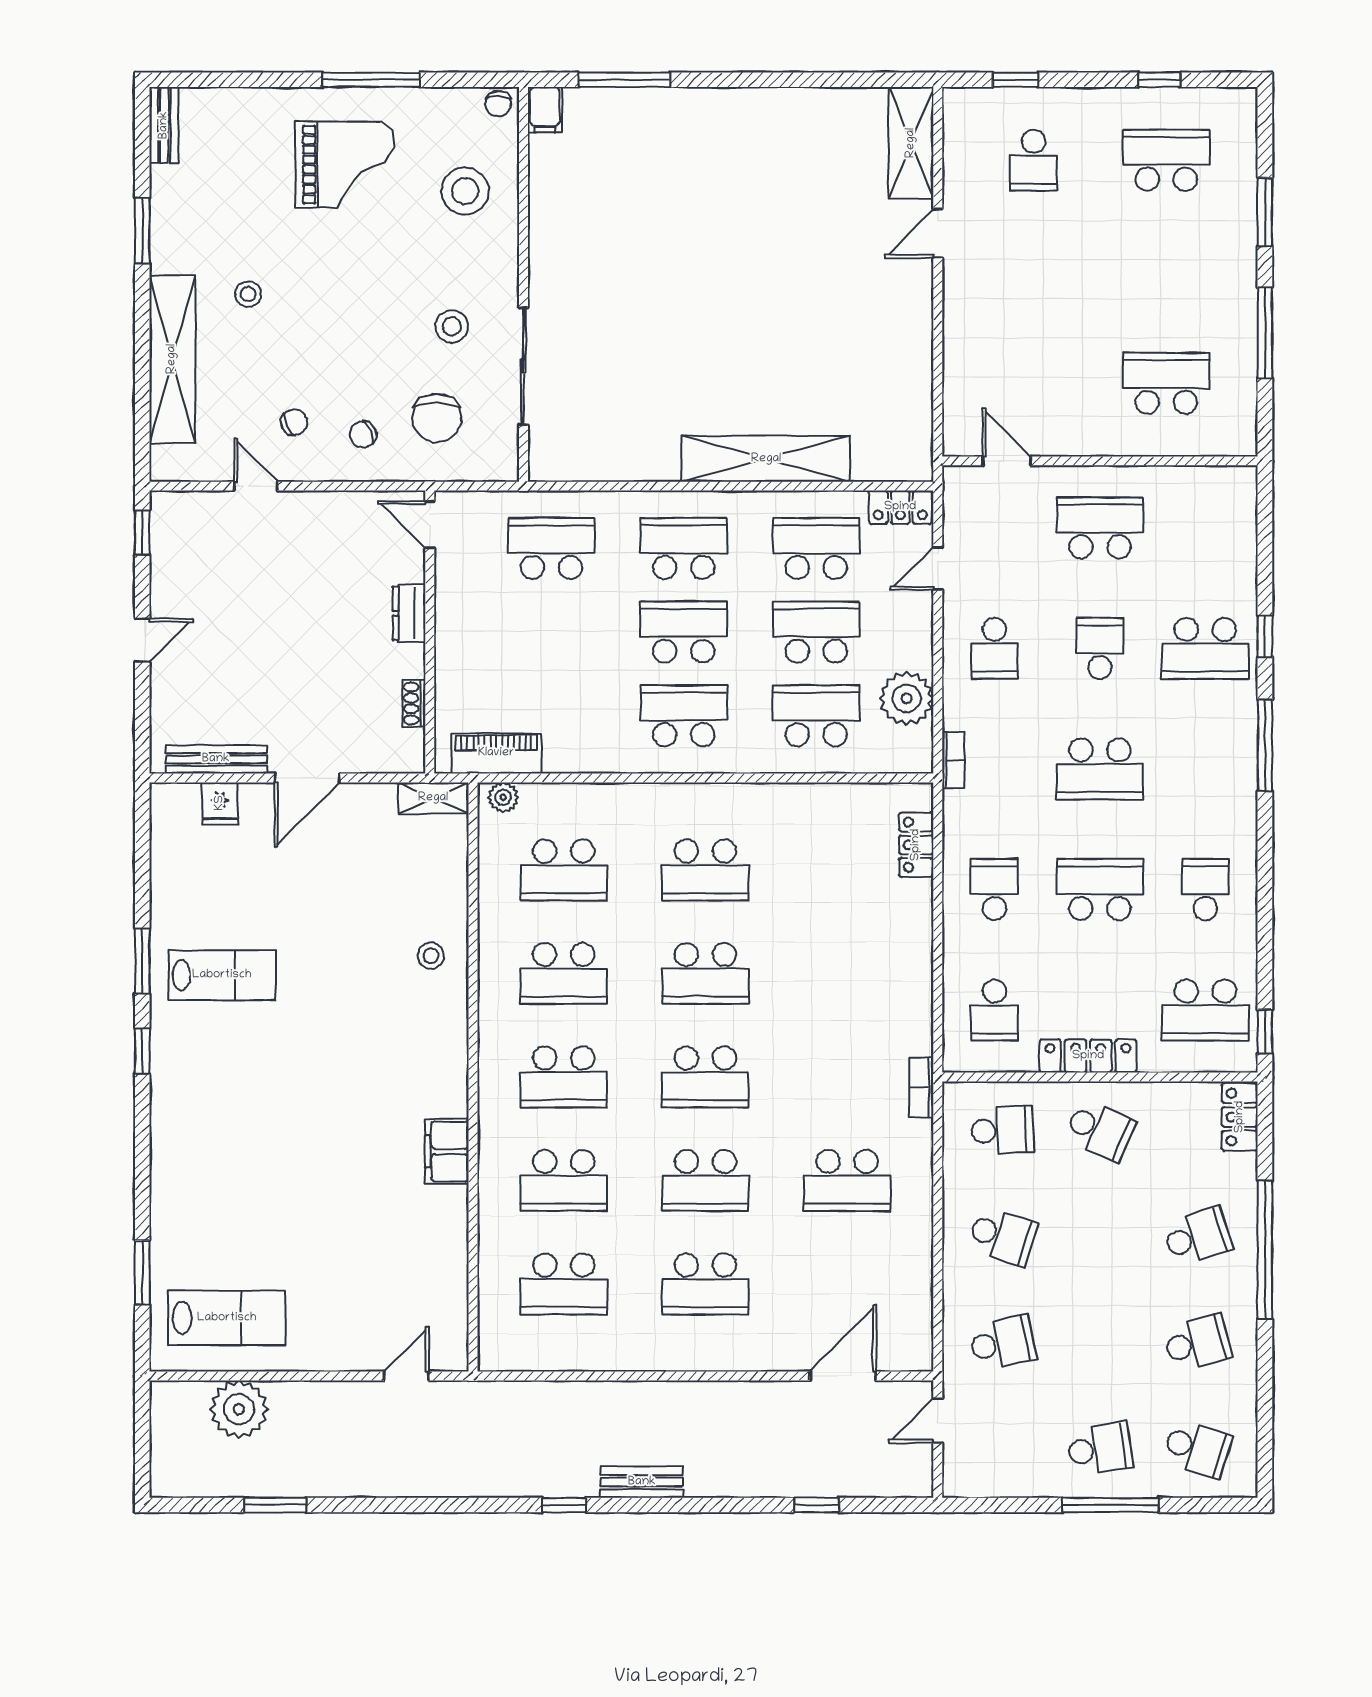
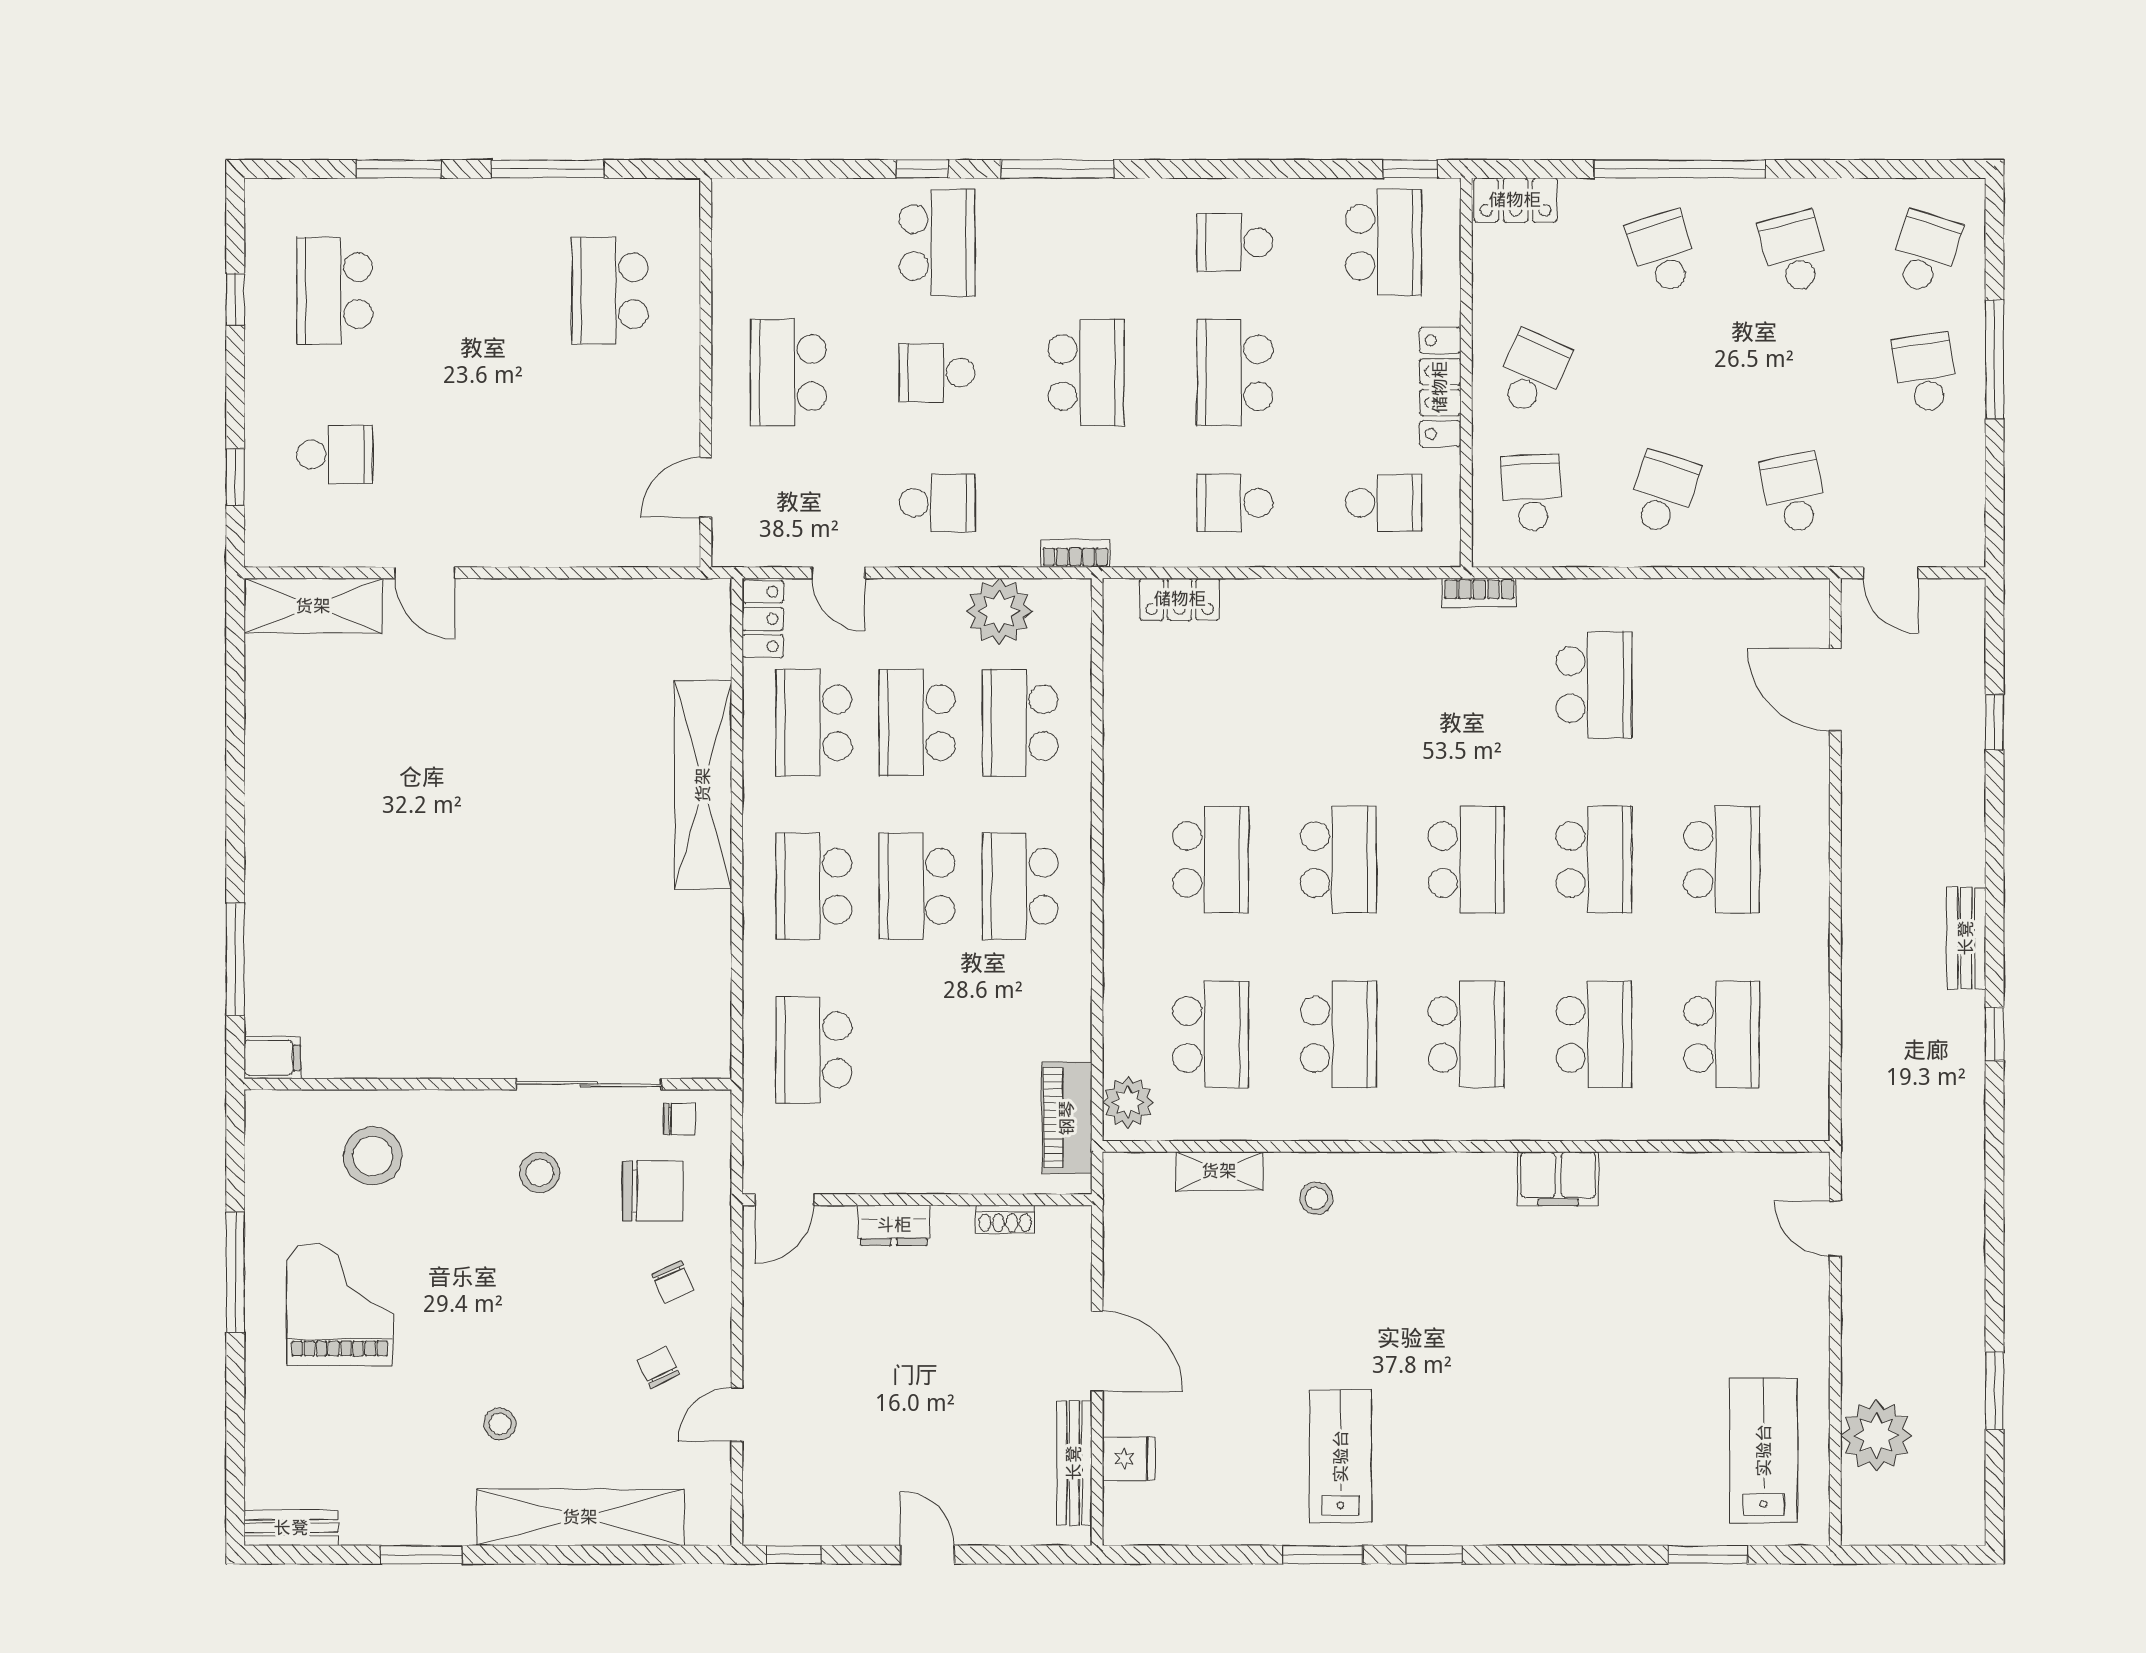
chair: (498, 104) -> (679, 1119), moved
plant: (503, 797) -> (1128, 1102), width x1.38, depth x1.38
shelving: (433, 798) -> (1219, 1171), moved, turned 90

